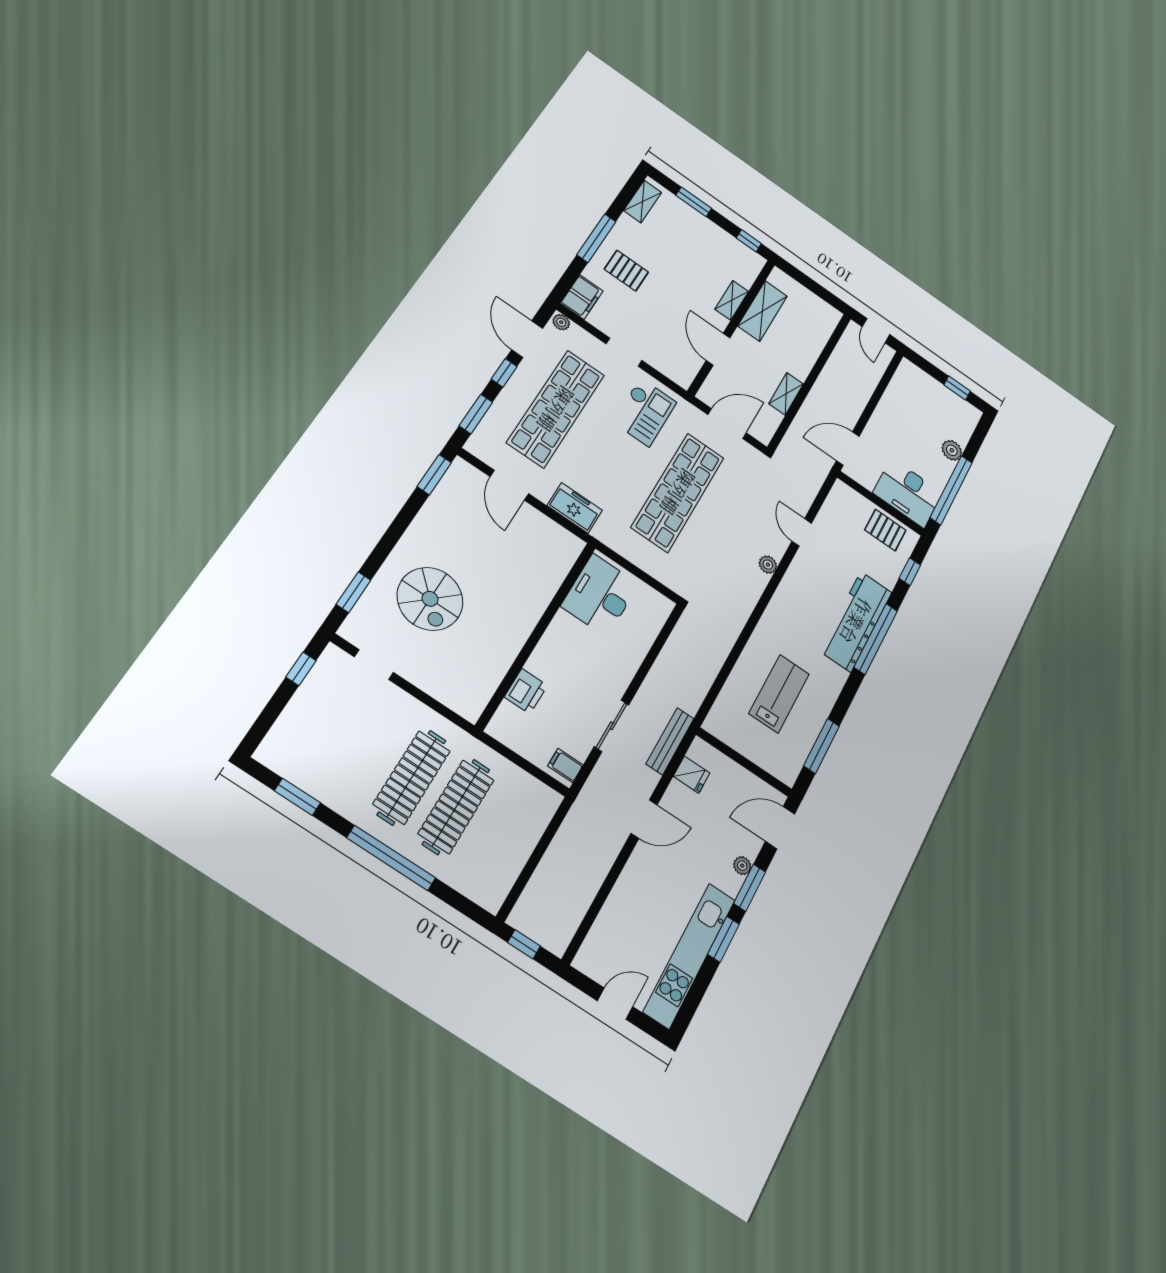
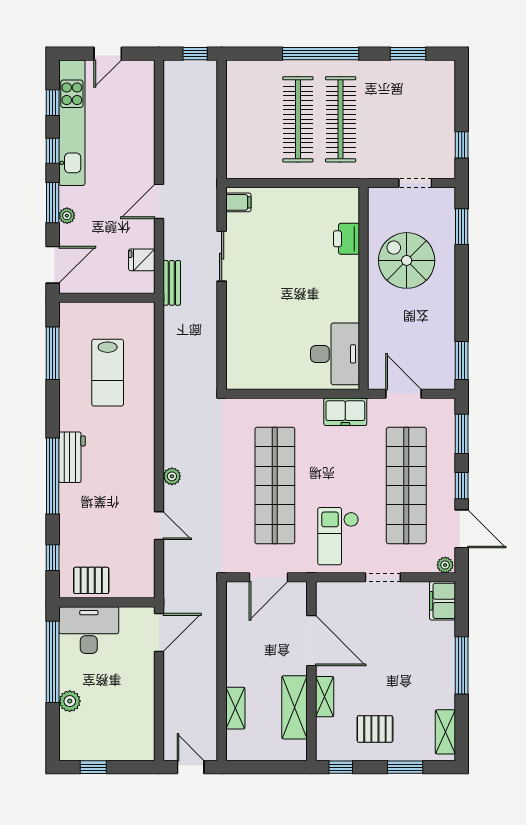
pallet: (626, 271) -> (375, 729), moved
door: (718, 349) -> (311, 641), width x1.36
shelving: (786, 394) -> (235, 708), moved
desk: (600, 595) -> (335, 354), moved
workbench: (856, 621) -> (72, 457), width x0.53, depth x0.76
wall: (537, 634) -> (364, 288), moved
printer: (526, 691) -> (346, 239), moved
bench: (670, 741) -> (172, 283), width x0.73
window: (724, 939) -> (53, 151), width x0.67
window: (698, 989) -> (53, 103), added

